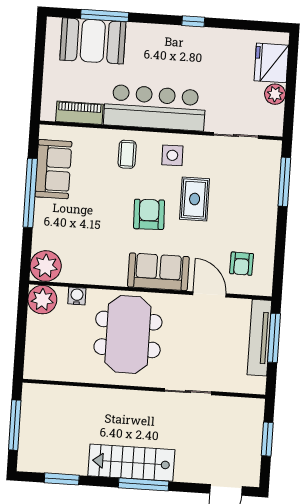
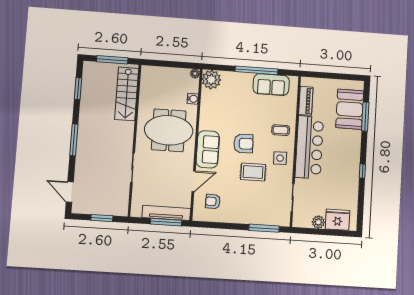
plant: (42, 300) -> (195, 74), width x0.53, depth x0.53
stairs: (131, 463) -> (127, 94), moved, turned 180

